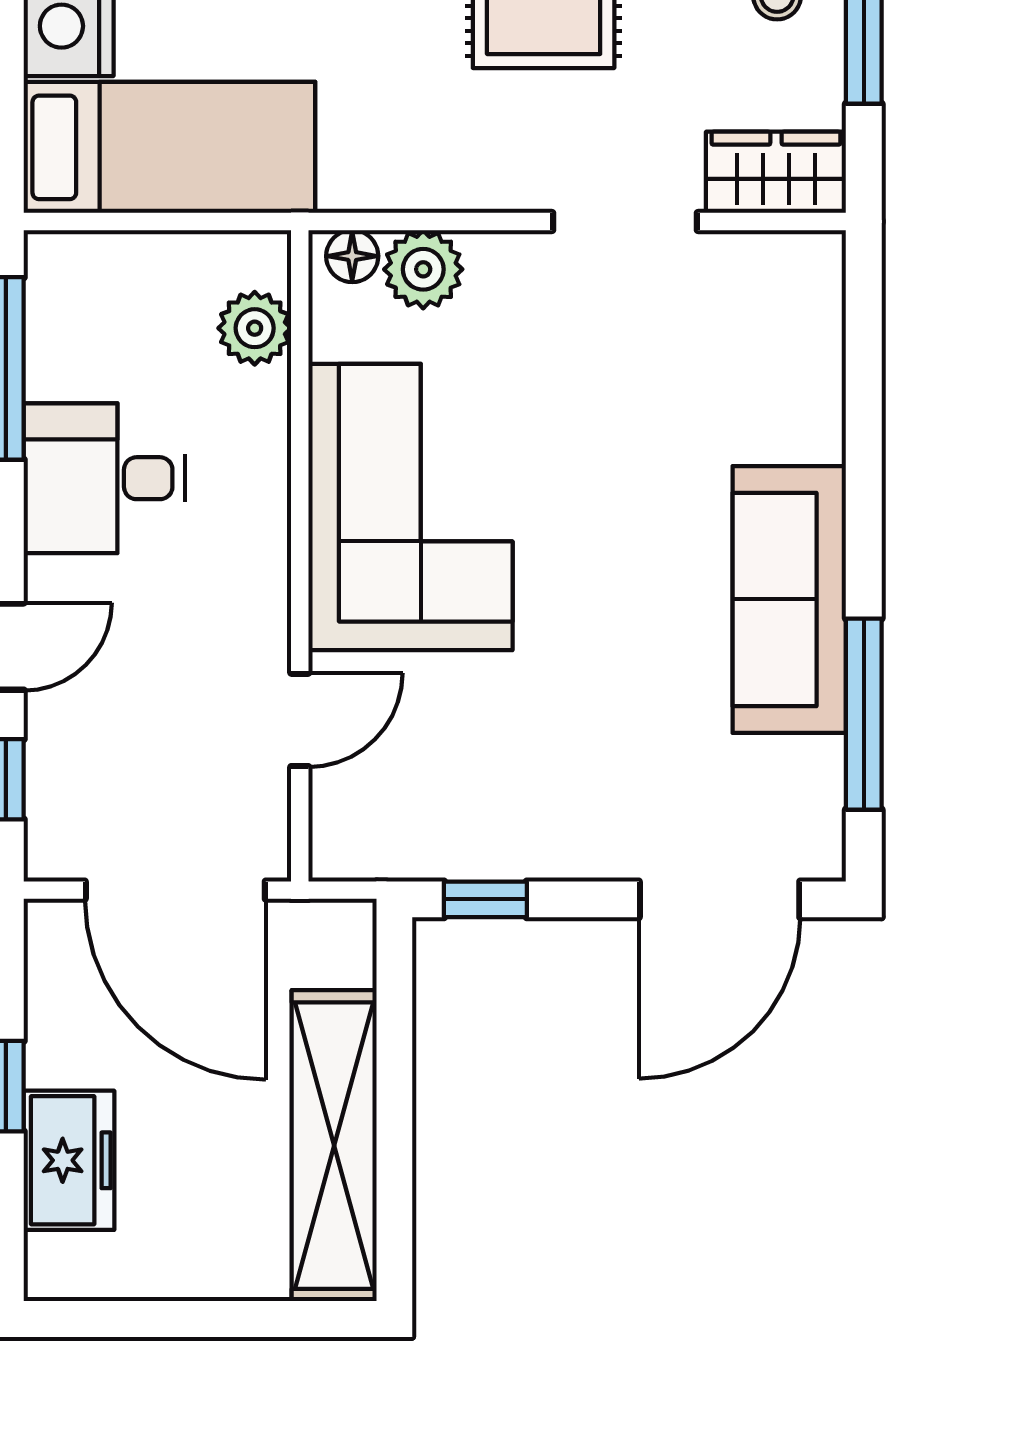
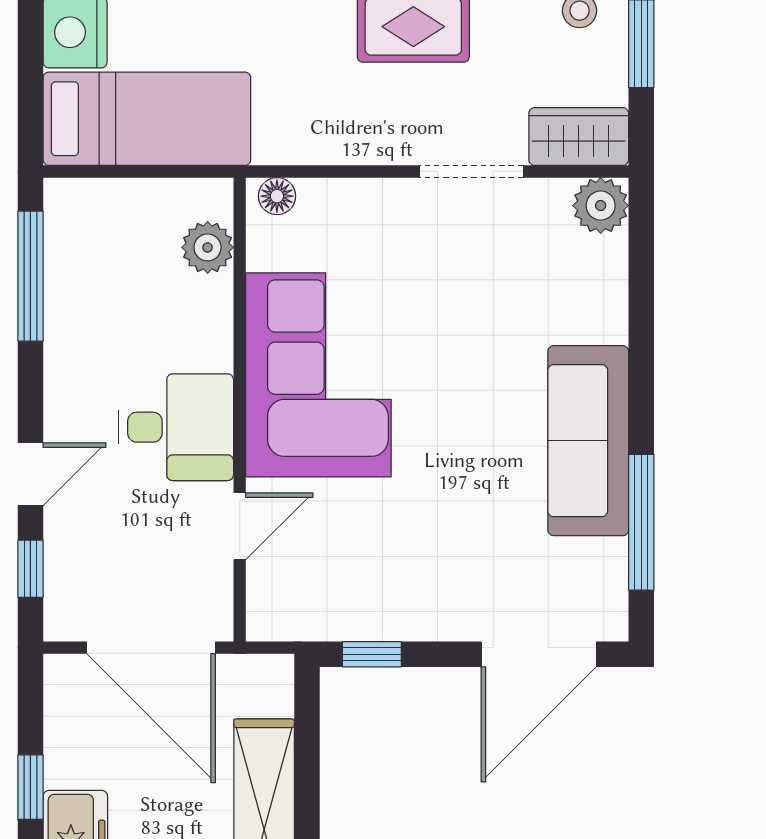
plant: (423, 269) -> (601, 206), moved
desk: (105, 478) -> (176, 427), moved, turned 180

